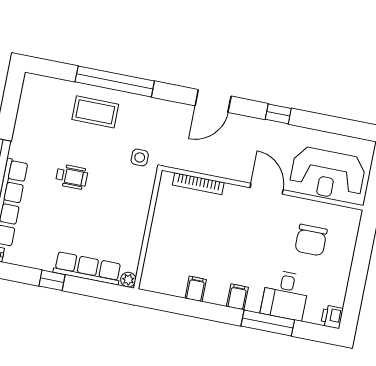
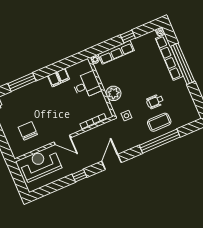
wheelchair: (72, 177) -> (155, 101), moved
plant: (136, 207) -> (113, 93), added
desk: (285, 295) -> (87, 85), moved, turned 90
filing cabinet: (237, 297) -> (54, 80), moved

